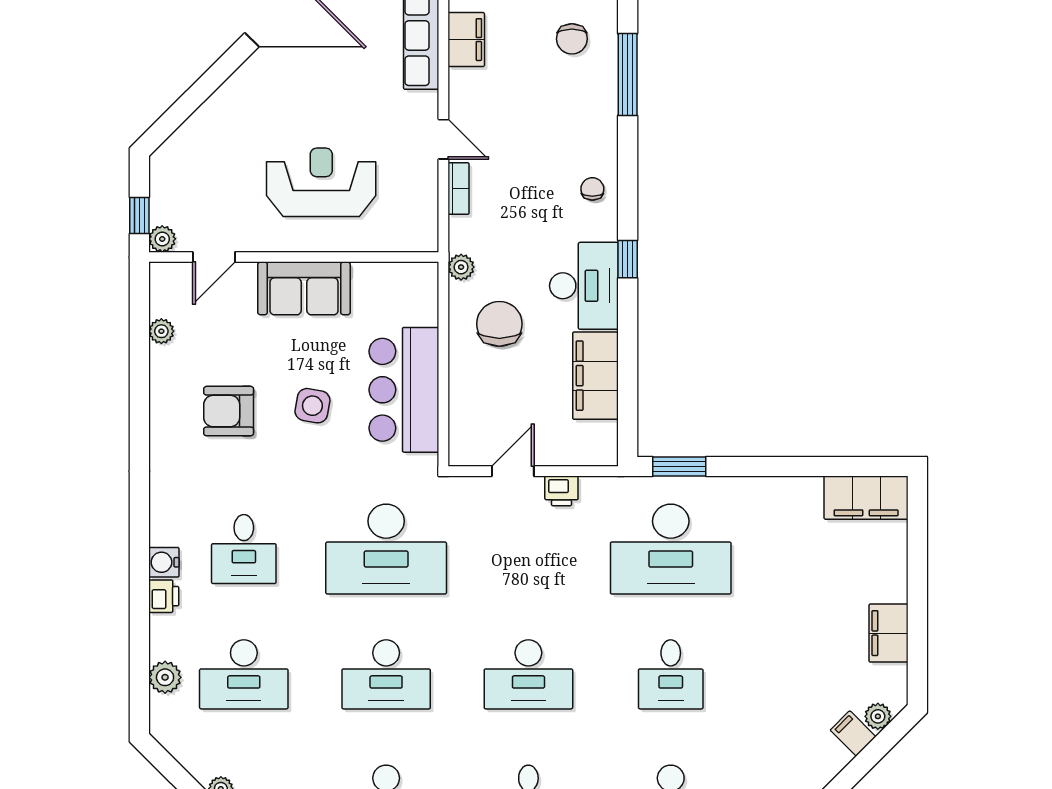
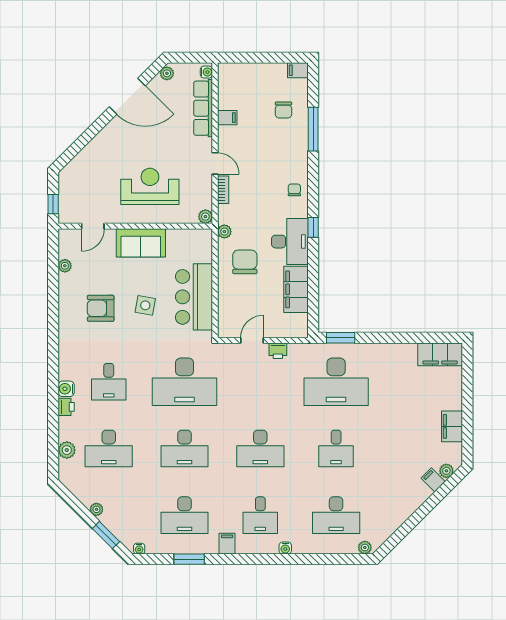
filing cabinet: (466, 40) -> (227, 118), width x0.50
plant: (162, 239) -> (205, 217), moved

